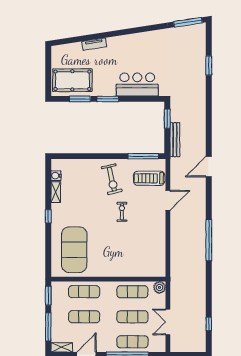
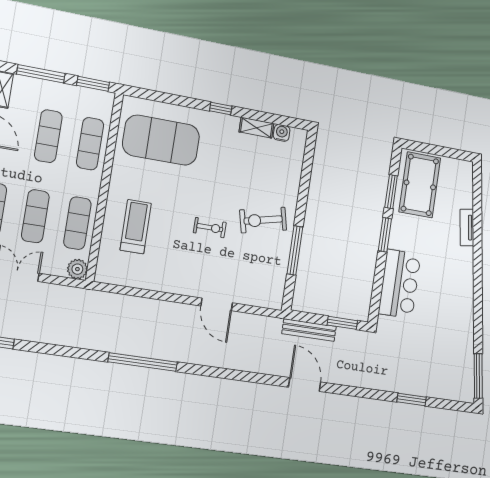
window: (143, 156) -> (295, 250), moved
door: (209, 167) -> (305, 385), moved
treadmill: (149, 178) -> (136, 227), moved

